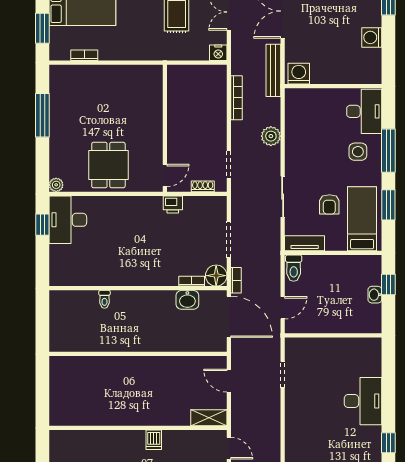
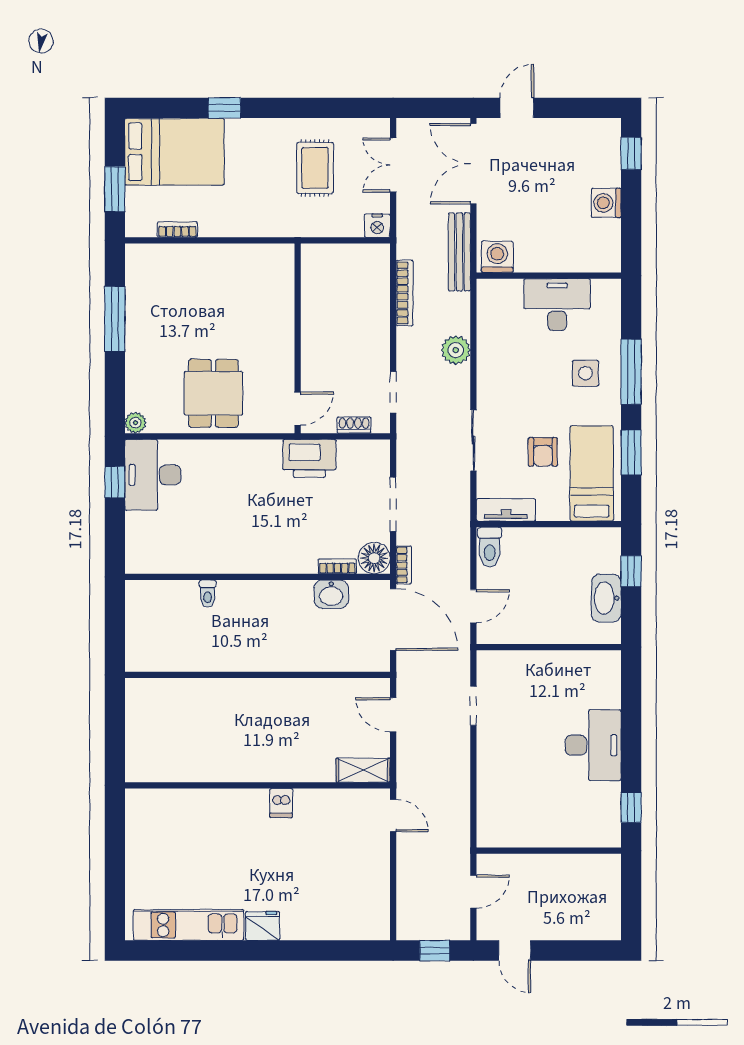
desk: (364, 111) -> (557, 305), moved, turned -90
printer: (173, 205) -> (309, 458), width x1.87, depth x1.48
washbasin: (375, 295) -> (606, 598), width x1.91, depth x1.45

